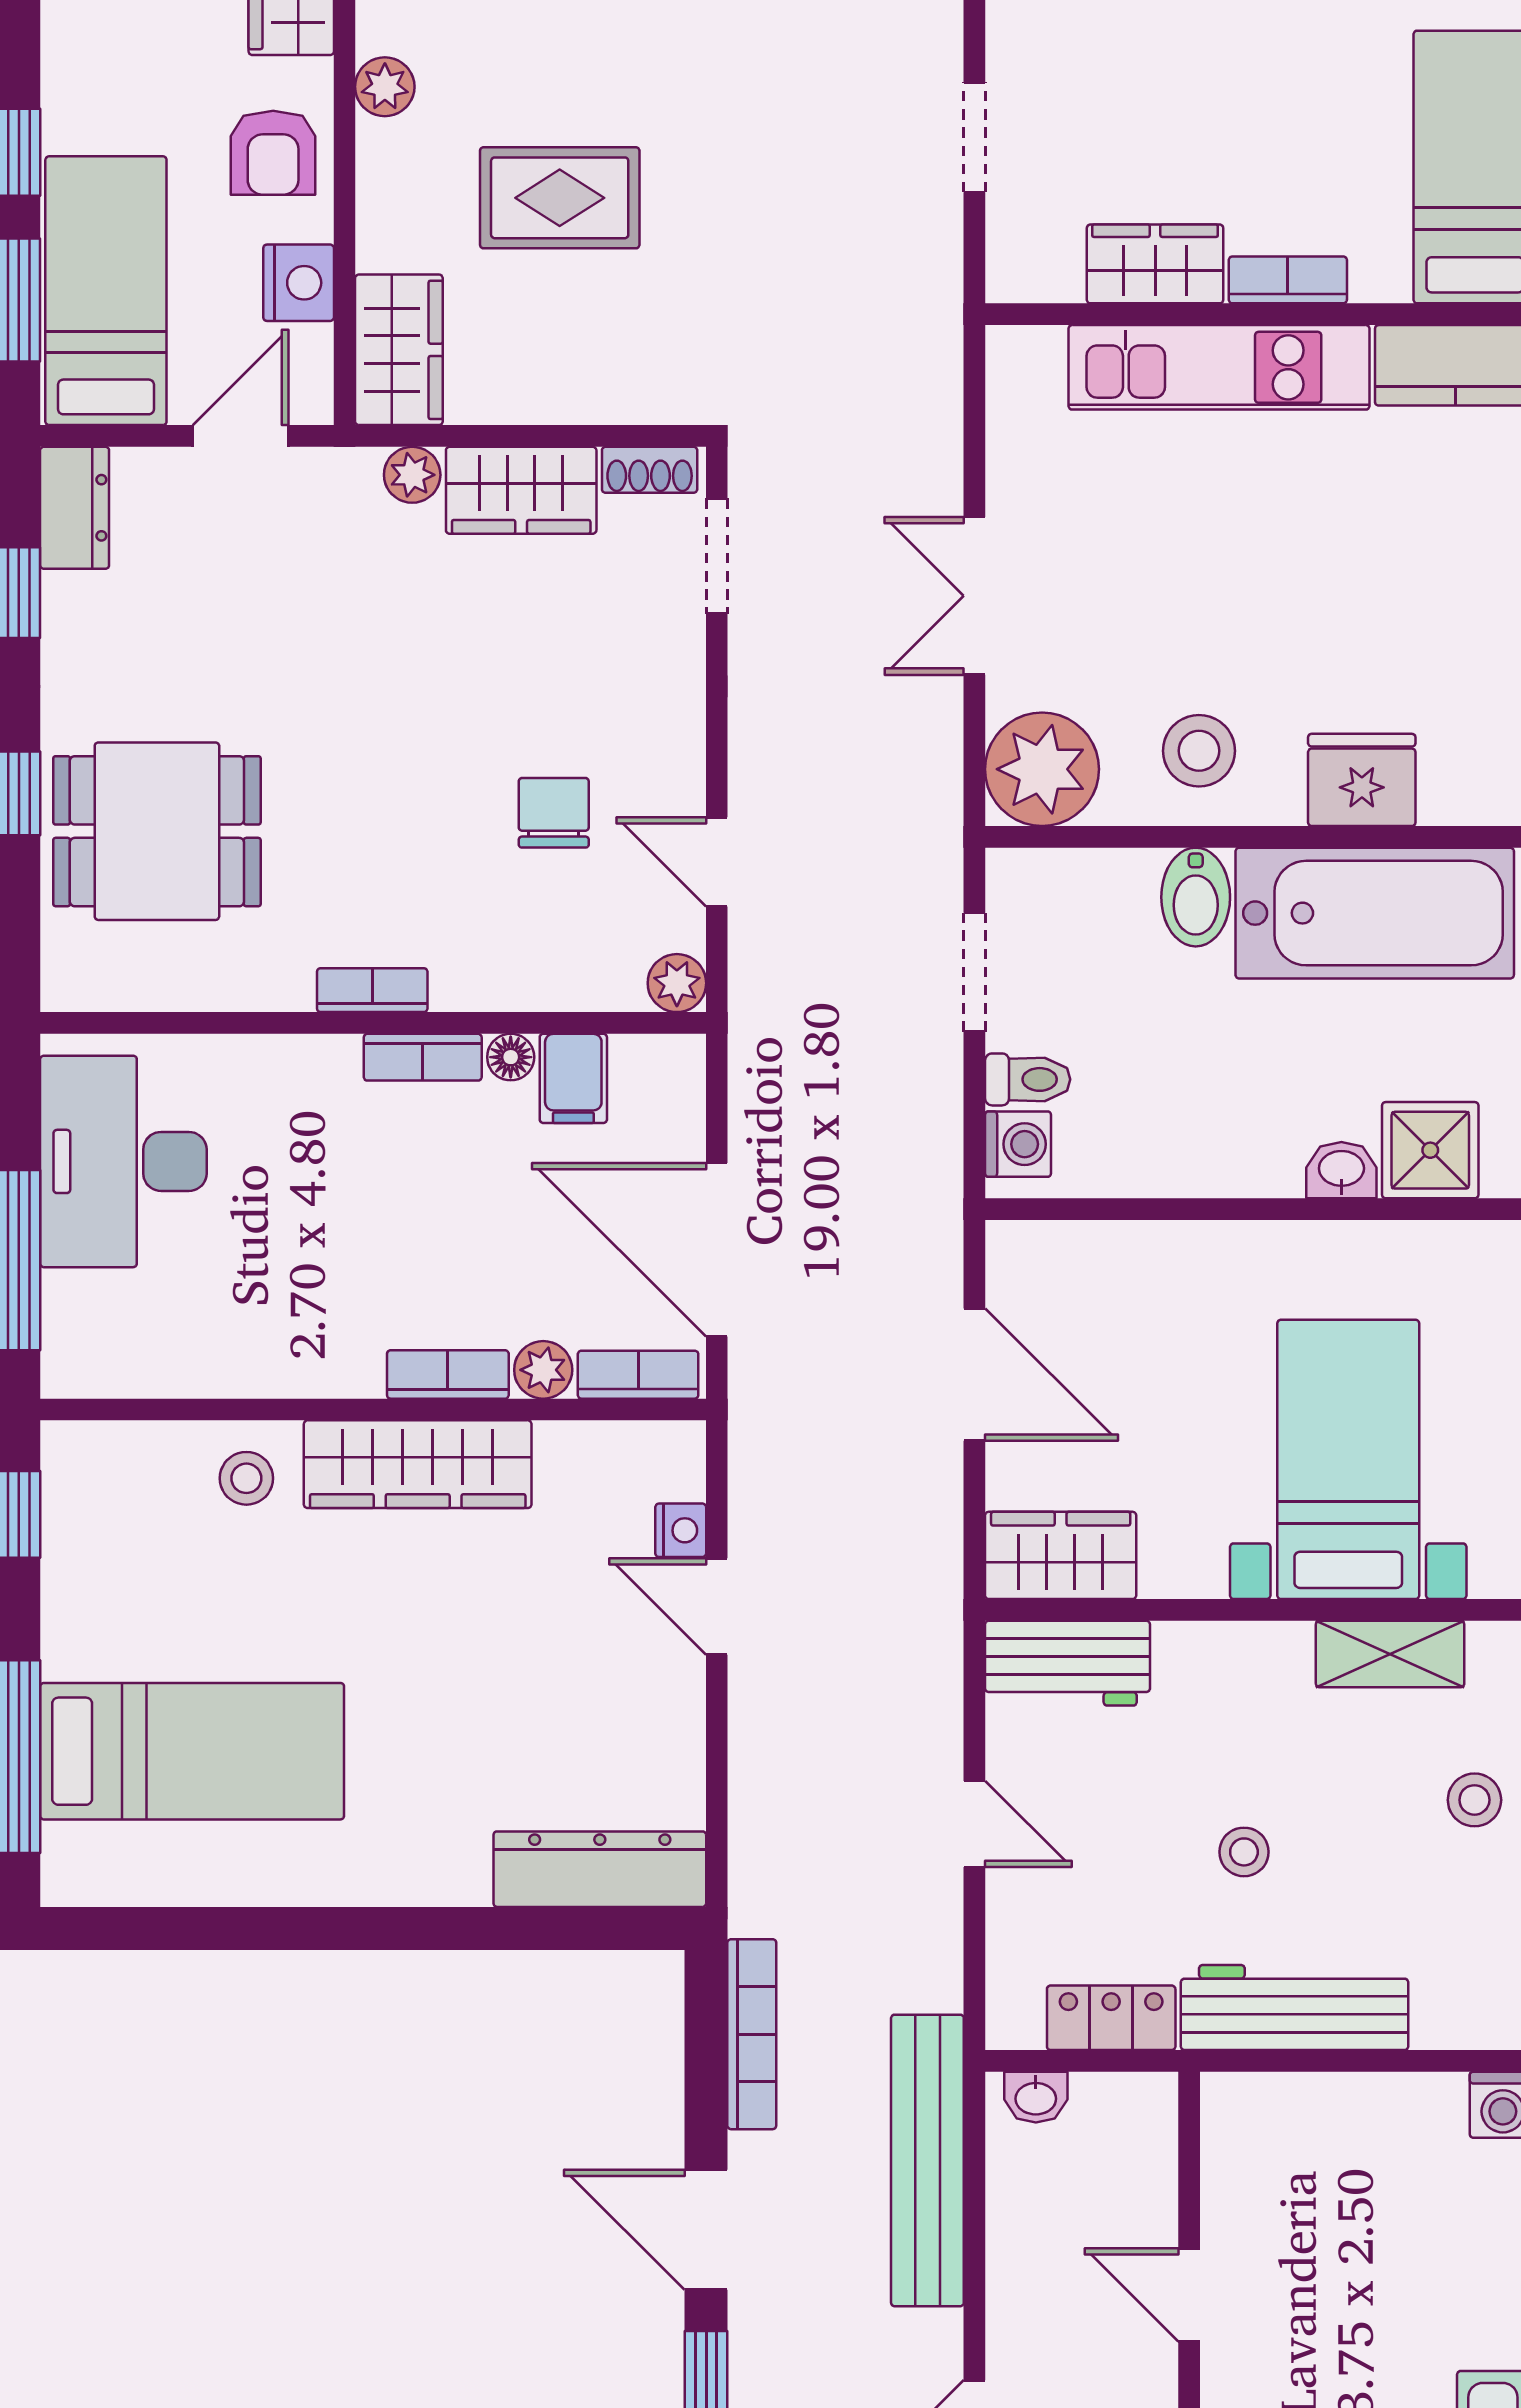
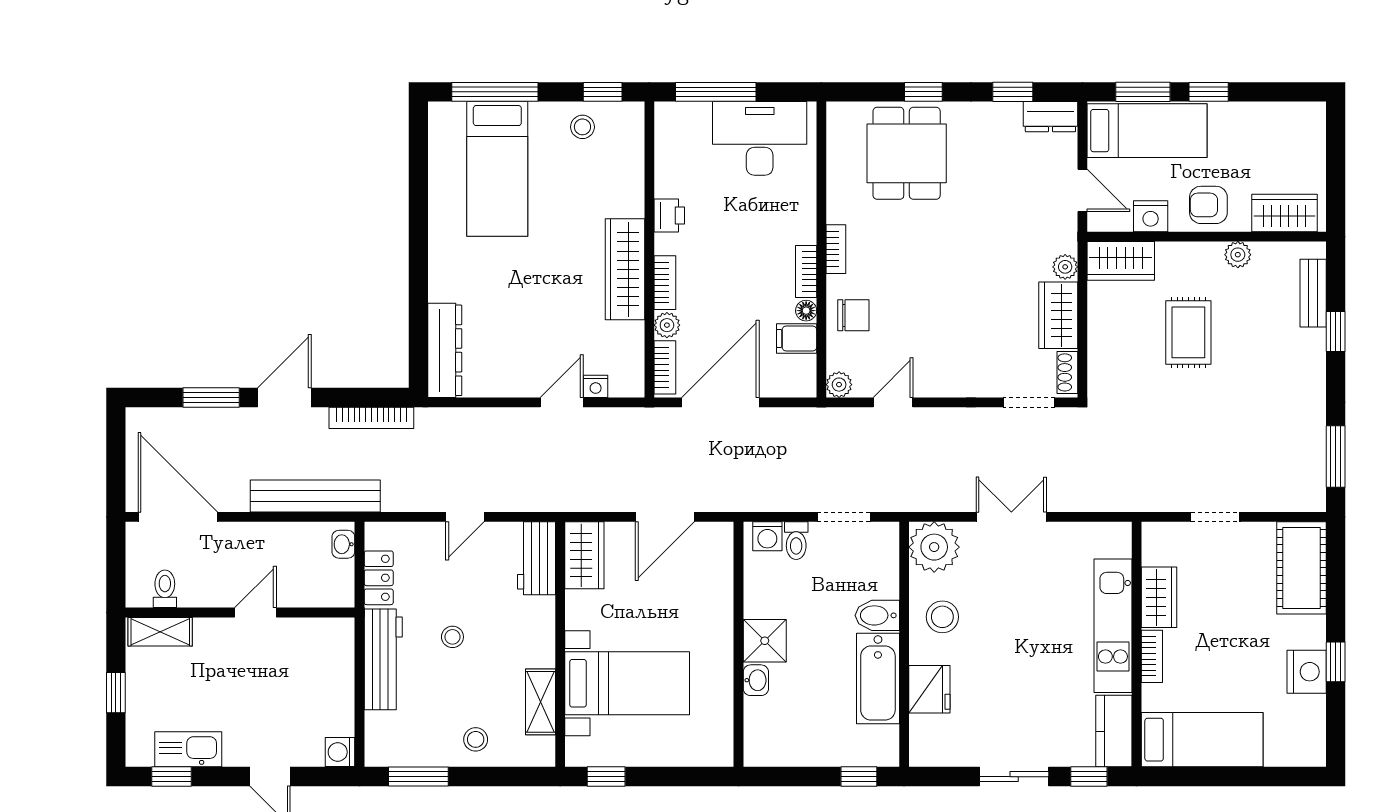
chair: (554, 813) -> (853, 315), moved
bathtub: (1375, 913) -> (878, 679), width x0.73, depth x0.73
shower: (1430, 1150) -> (765, 641), moved
printer: (297, 1365) -> (669, 216), added
stool: (246, 1478) -> (582, 127), moved

